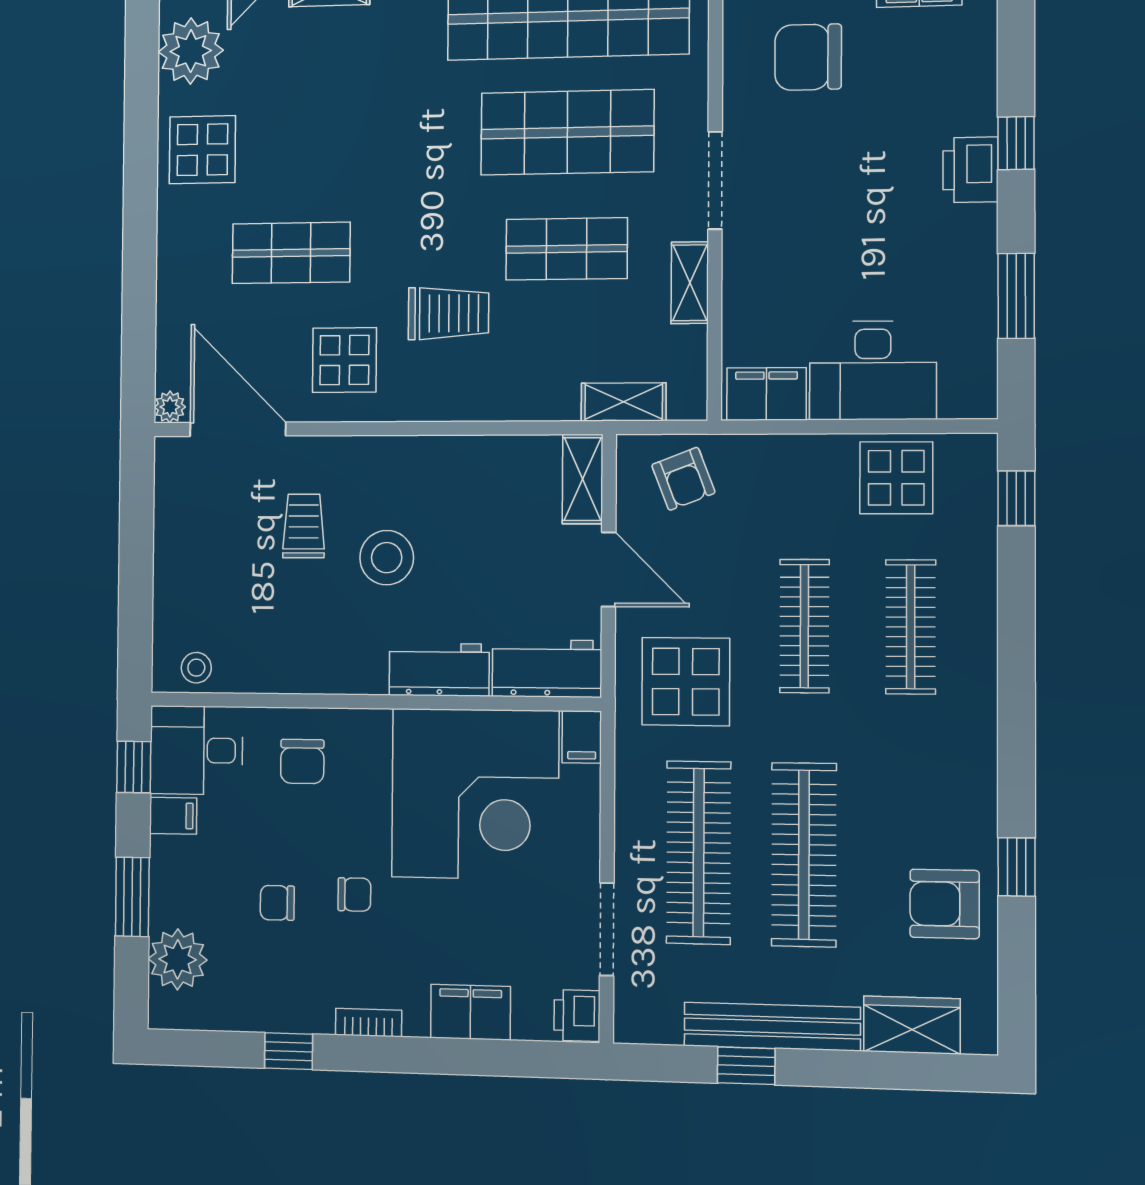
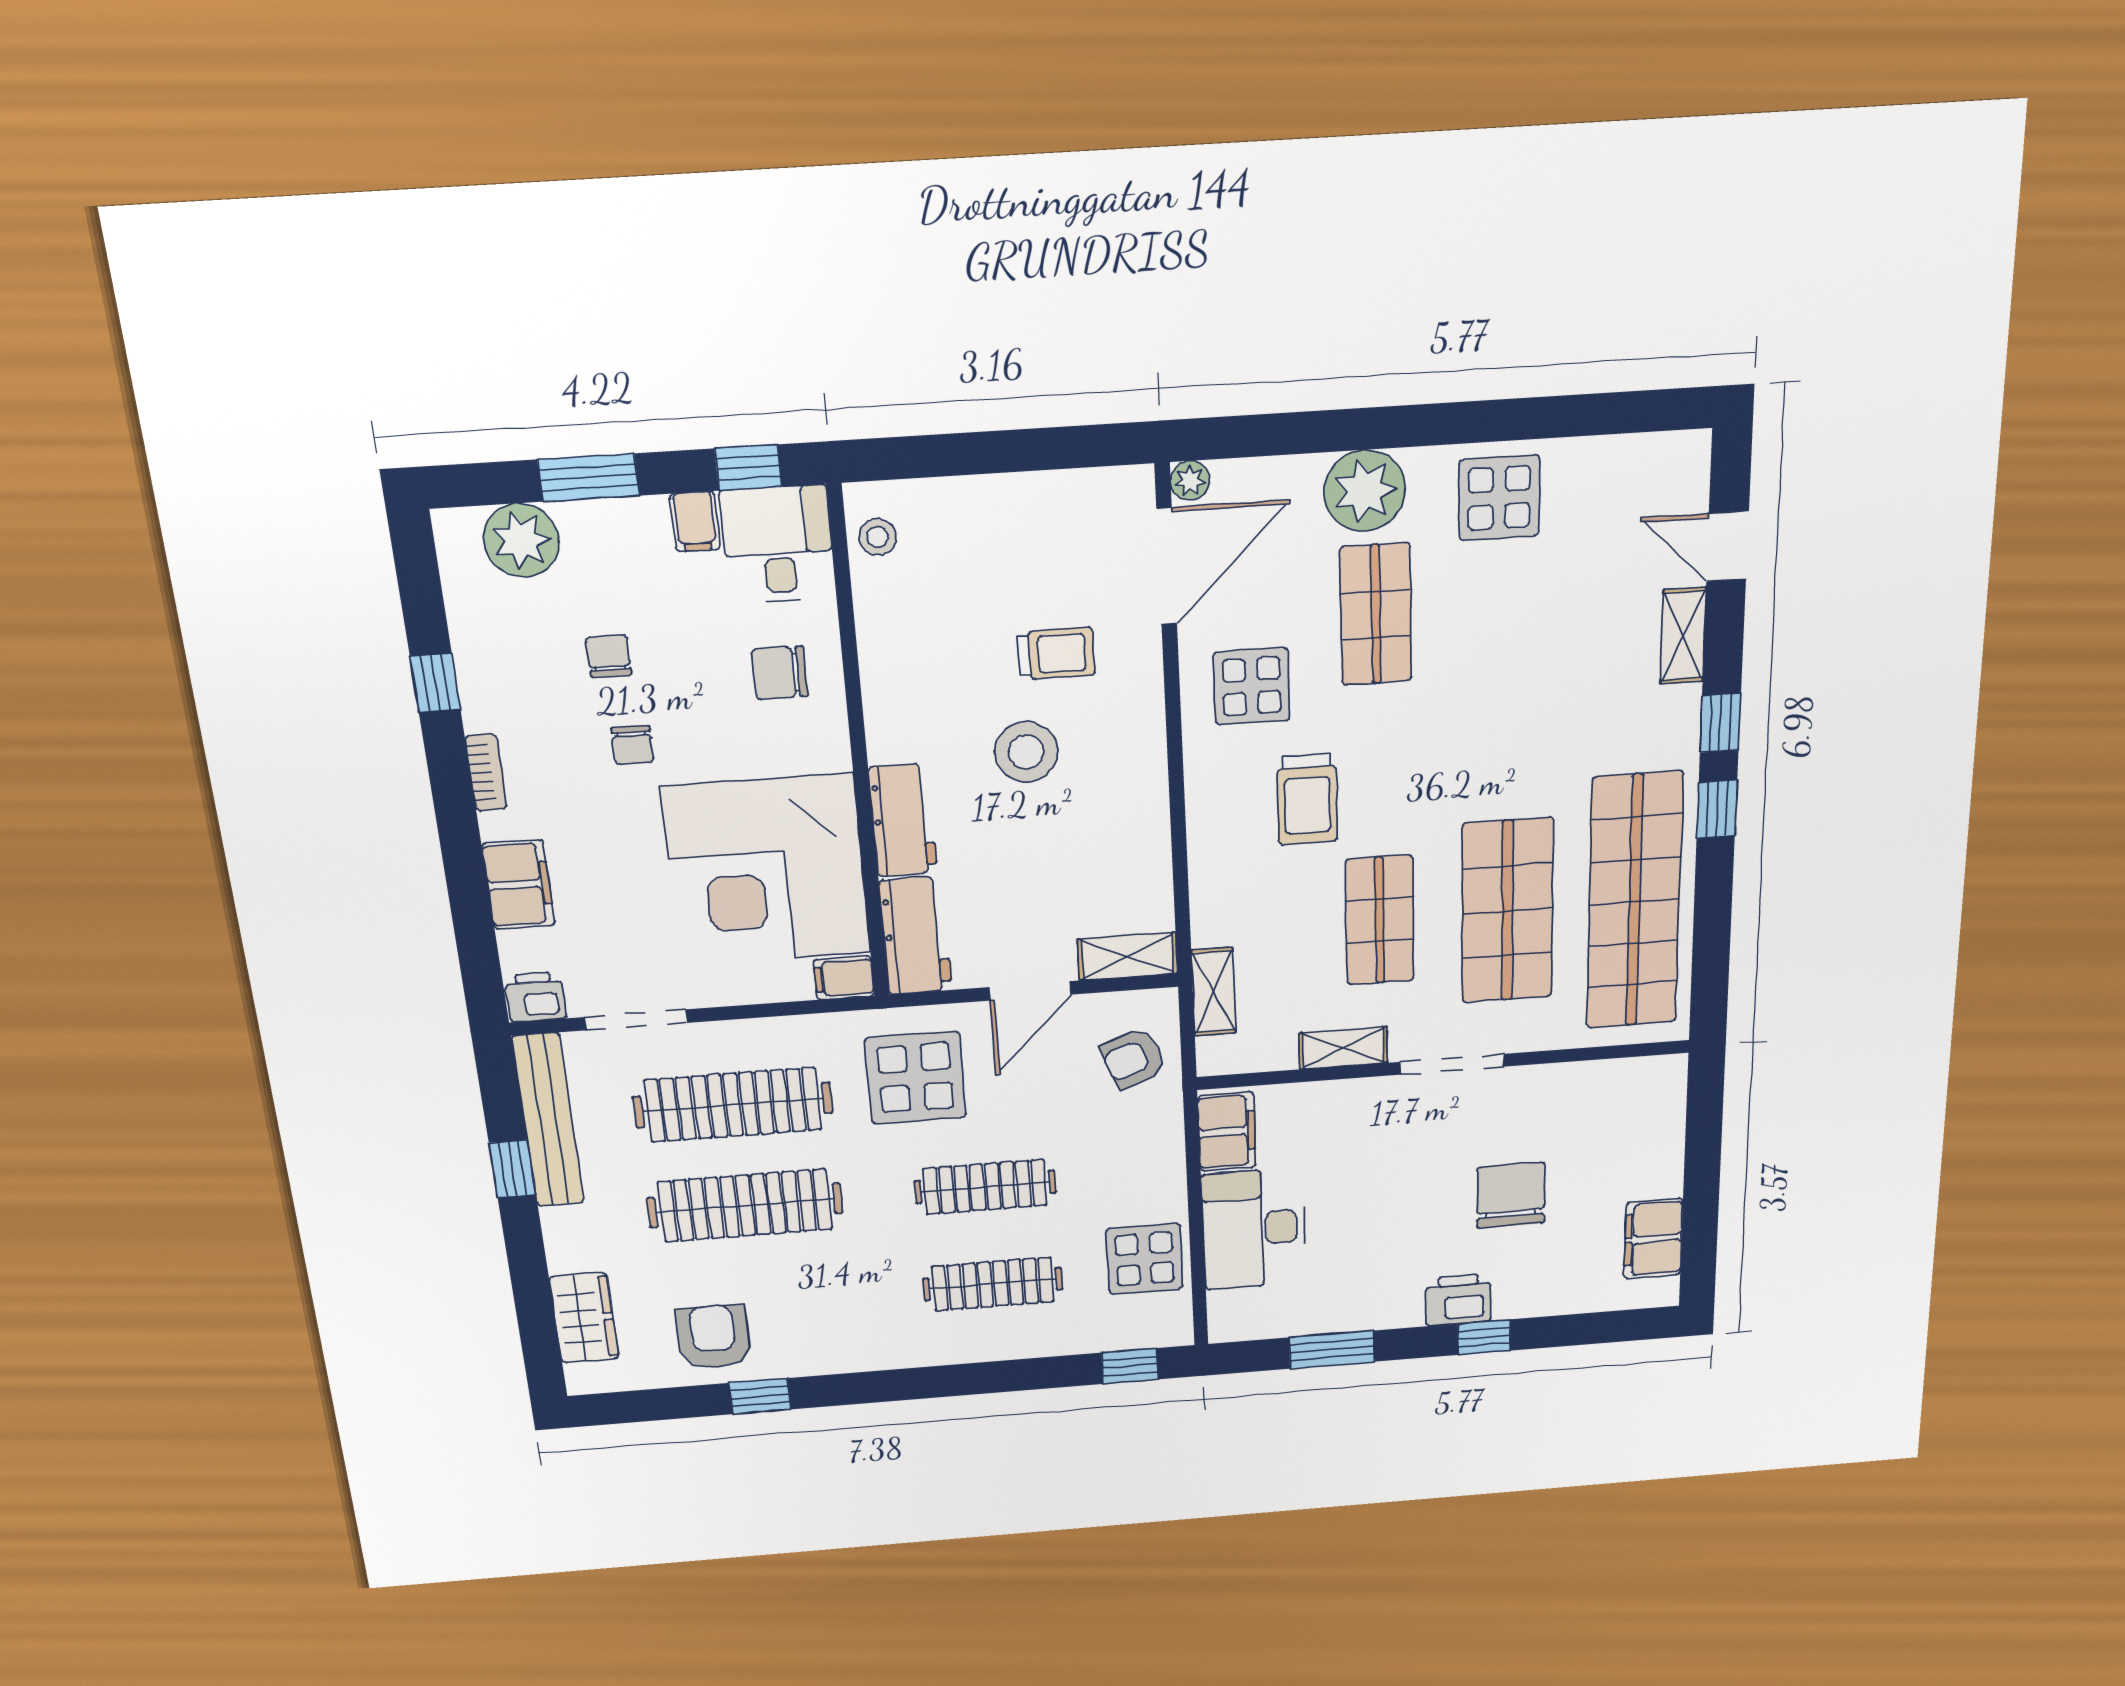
plant: (191, 51) -> (1365, 491), moved
chair: (808, 57) -> (1511, 1195), moved
bench: (772, 1027) -> (548, 1120), moved

